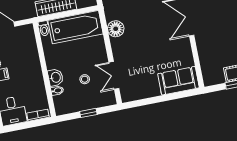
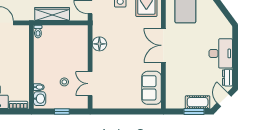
bathtub: (76, 27) -> (65, 36), removed
washbasin: (55, 77) -> (40, 99), moved
sofa: (178, 81) -> (152, 88), moved, turned -90

